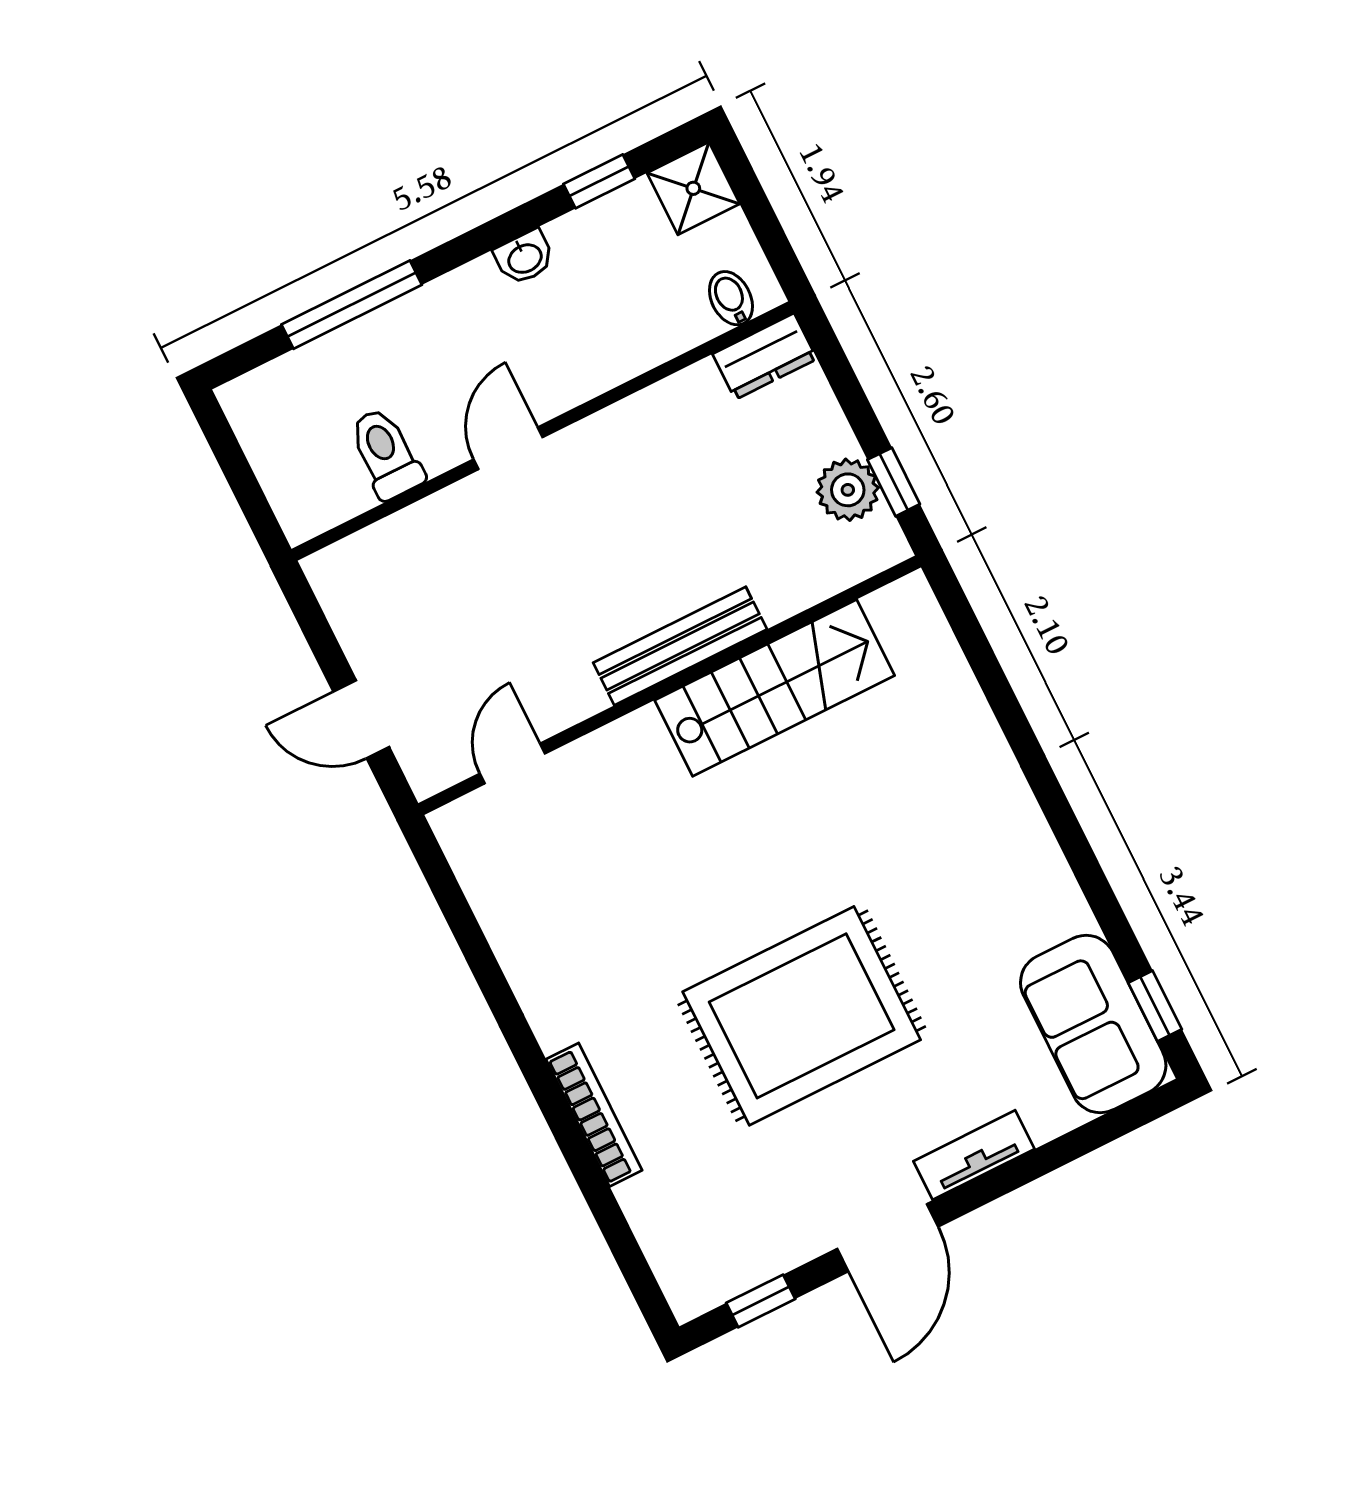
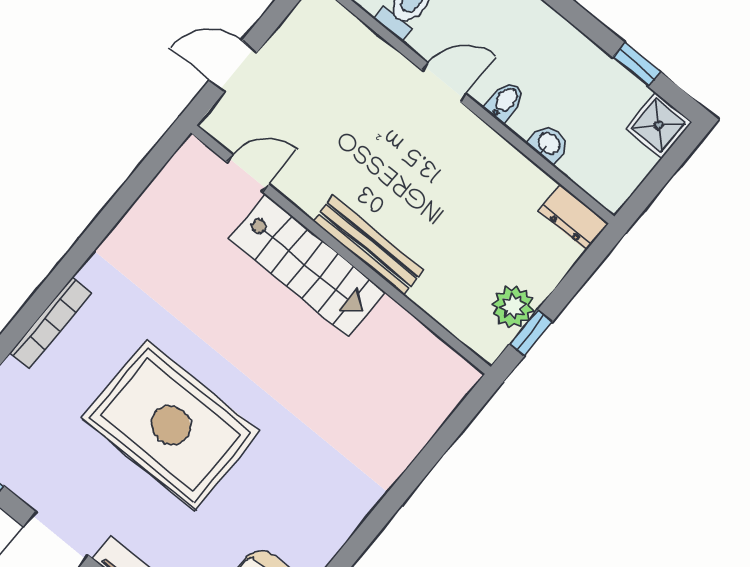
washbasin: (524, 257) -> (549, 144), moved, turned 180
bidet: (731, 298) -> (505, 102), moved
stairs: (775, 688) -> (307, 266), moved
door: (361, 719) -> (233, 66), hinge flipped

